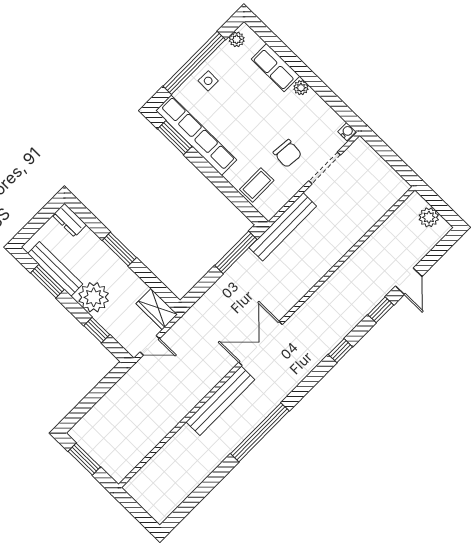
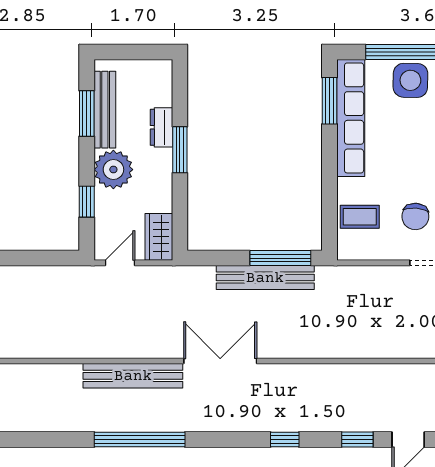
side table: (208, 81) -> (410, 80), width x1.87, depth x1.87
dresser: (69, 220) -> (161, 127), moved
bench: (283, 227) -> (265, 278), moved
door: (150, 345) -> (120, 263), swing flipped

